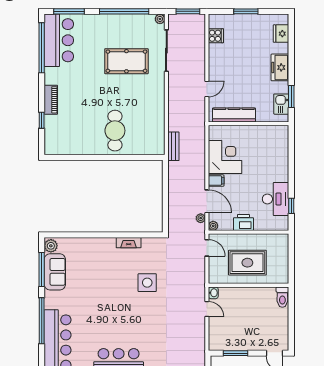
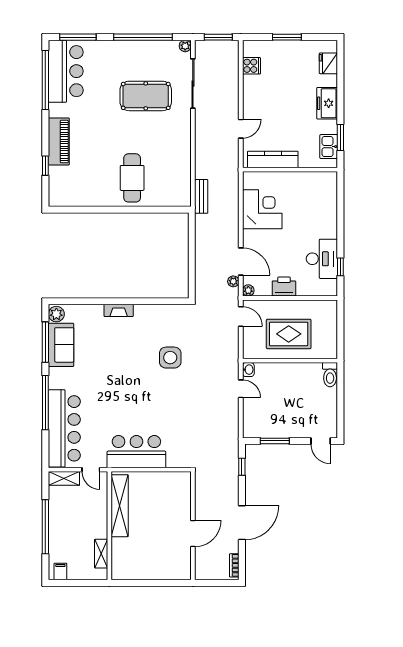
piano: (51, 100) -> (59, 142), width x1.37, depth x1.33
filing cabinet: (216, 181) -> (252, 237), removed
fireplace: (129, 243) -> (119, 310), moved

